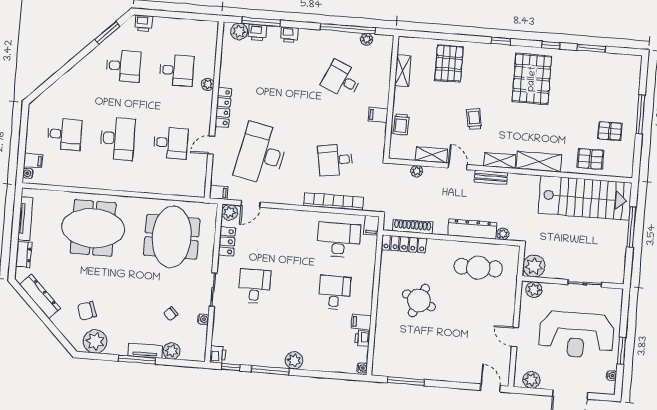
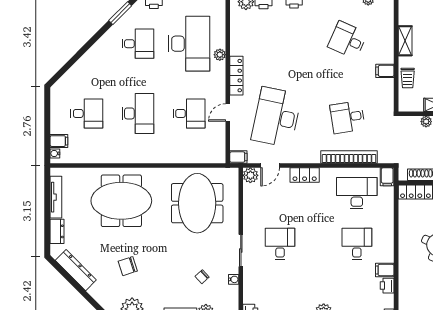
desk: (177, 70) -> (189, 44), width x1.87, depth x1.30
shelving: (403, 71) -> (405, 41), moved
locker: (227, 242) -> (305, 175), moved, turned 90
chair: (87, 311) -> (128, 266), moved

